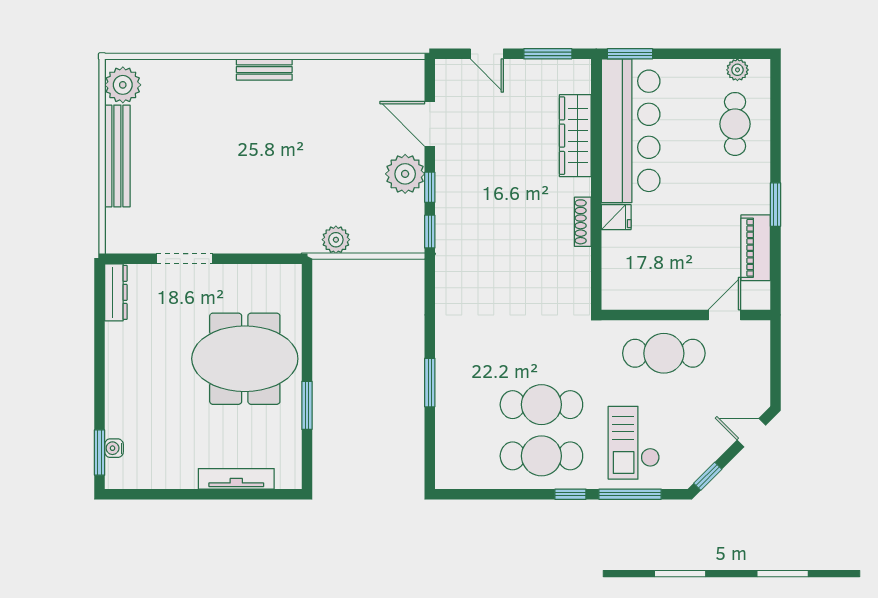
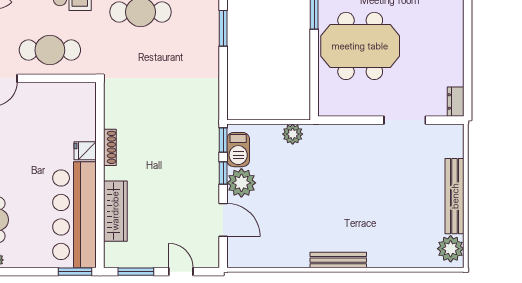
bench: (264, 70) -> (338, 260), width x1.36
barbecue: (410, 219) -> (238, 150), added
dresser: (116, 292) -> (456, 102), width x0.70

